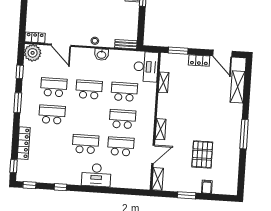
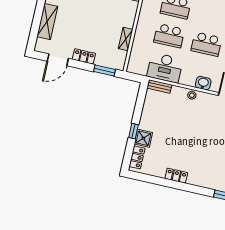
door: (222, 53) -> (58, 60), swing flipped
washbasin: (101, 55) -> (203, 83), moved
desk: (146, 67) -> (165, 68), moved, turned -90

